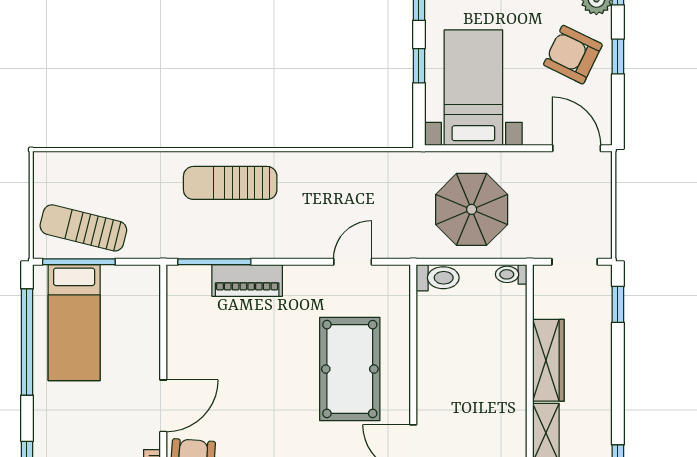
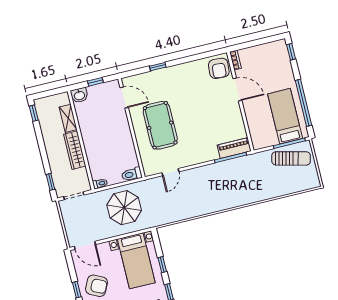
sun lounger: (230, 183) -> (232, 194), removed
piano: (247, 280) -> (234, 148), moved
door: (163, 406) -> (237, 89), swing flipped

